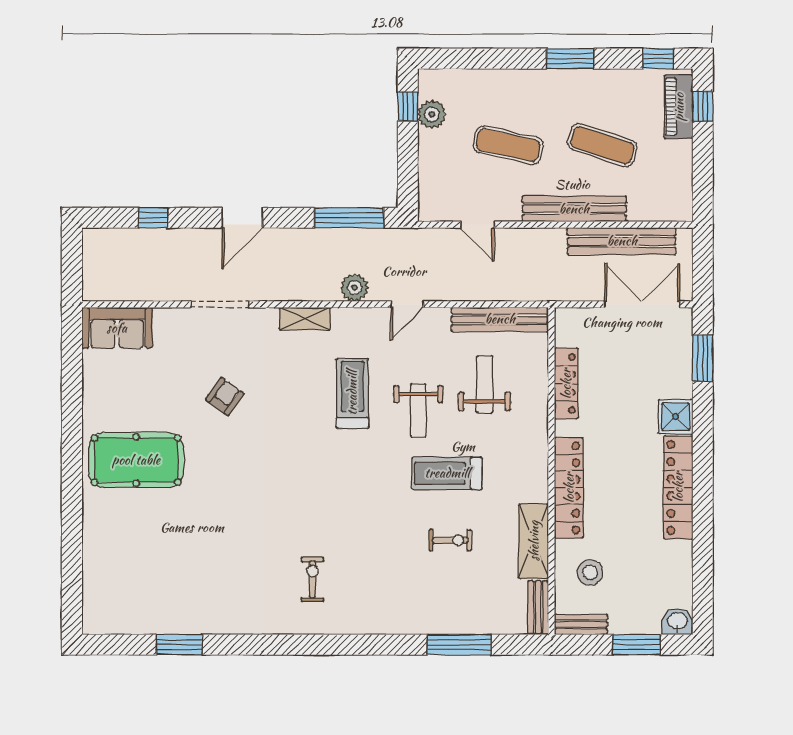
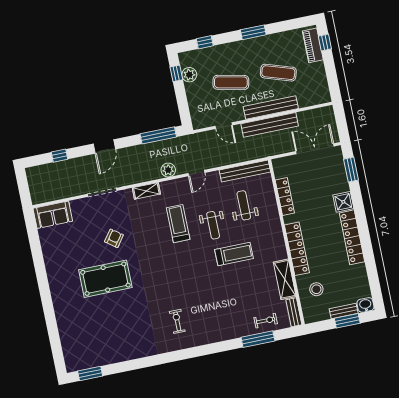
window: (658, 59) -> (205, 42), moved
bench: (622, 241) -> (270, 125), moved
pool table: (136, 460) -> (105, 279), moved
treadmill: (447, 473) -> (234, 254), turned 180
exercise bike: (450, 540) -> (266, 321), moved
bench: (581, 625) -> (344, 311), moved
window: (179, 645) -> (90, 374), moved

